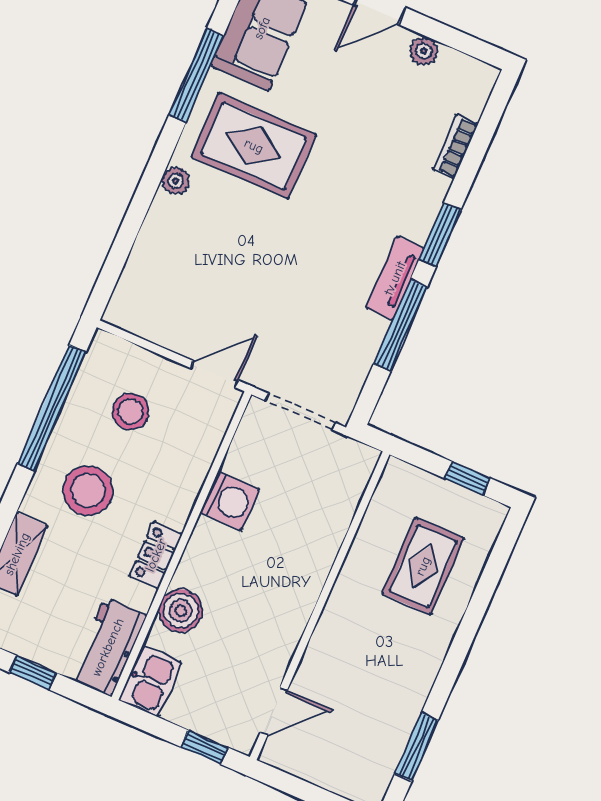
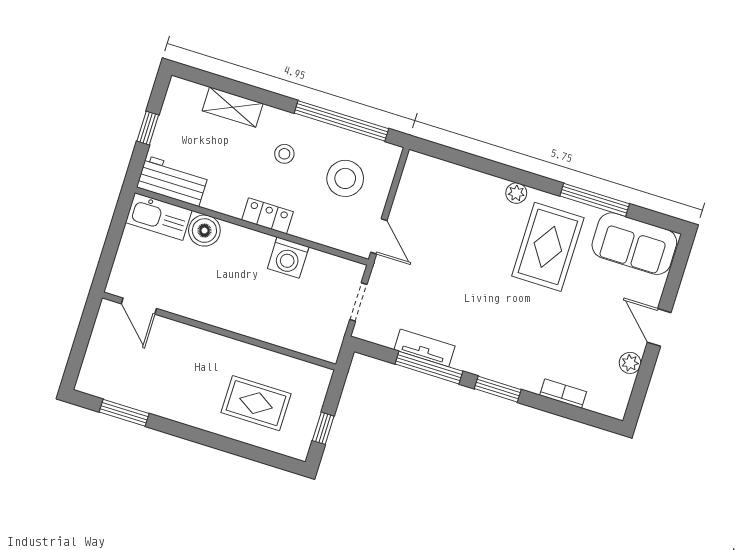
tv unit: (395, 278) -> (424, 348), moved
stool: (131, 411) -> (345, 178), width x1.38, depth x1.38
doorway: (301, 412) -> (358, 302), width x0.73
stool: (88, 491) -> (284, 154), width x0.53, depth x0.53
locker: (156, 555) -> (267, 216), moved
kitchen sink: (150, 681) -> (159, 216), width x1.38
window: (205, 747) -> (107, 259), removed

